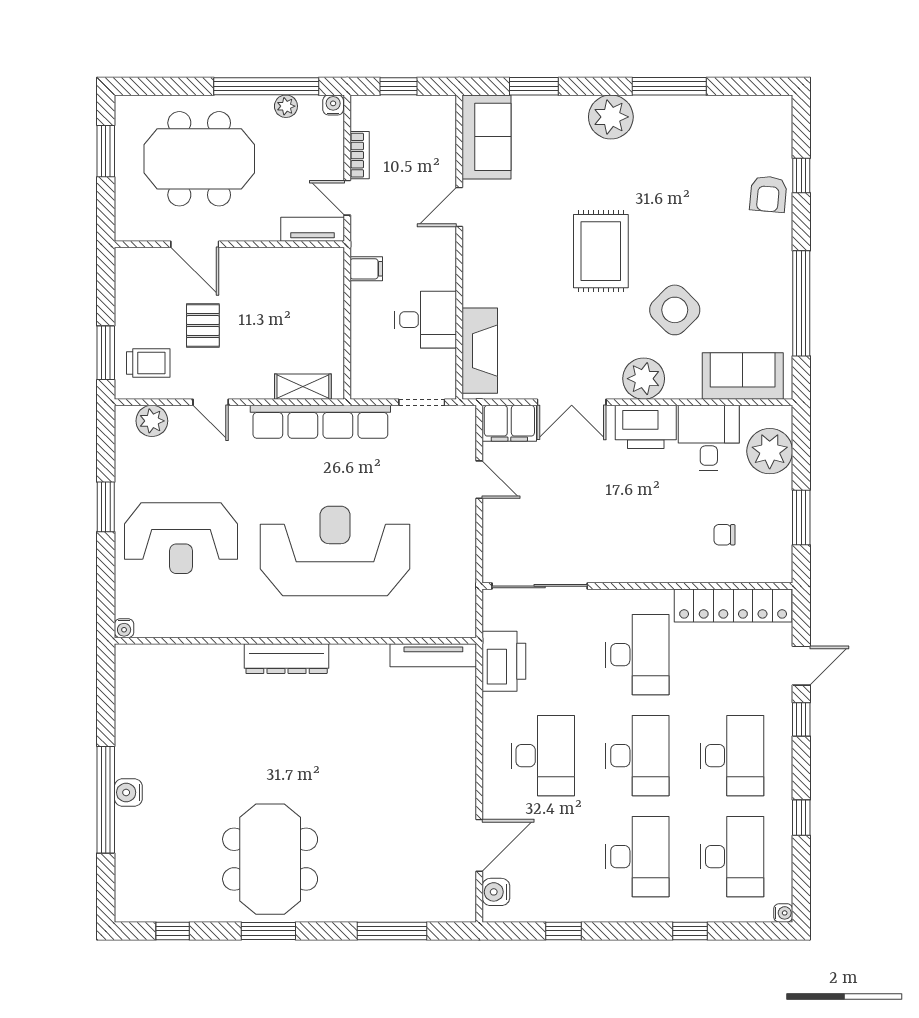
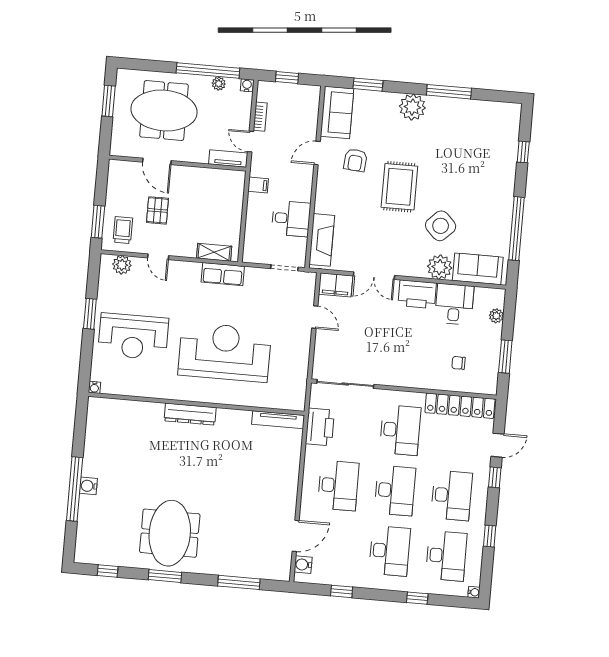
armchair: (768, 194) -> (355, 160), moved
trolley: (148, 363) -> (123, 230), turned -90
plant: (644, 379) -> (440, 267), moved
row of seats: (320, 422) -> (223, 274), width x0.50
plant: (770, 451) -> (496, 316), width x0.53, depth x0.53

